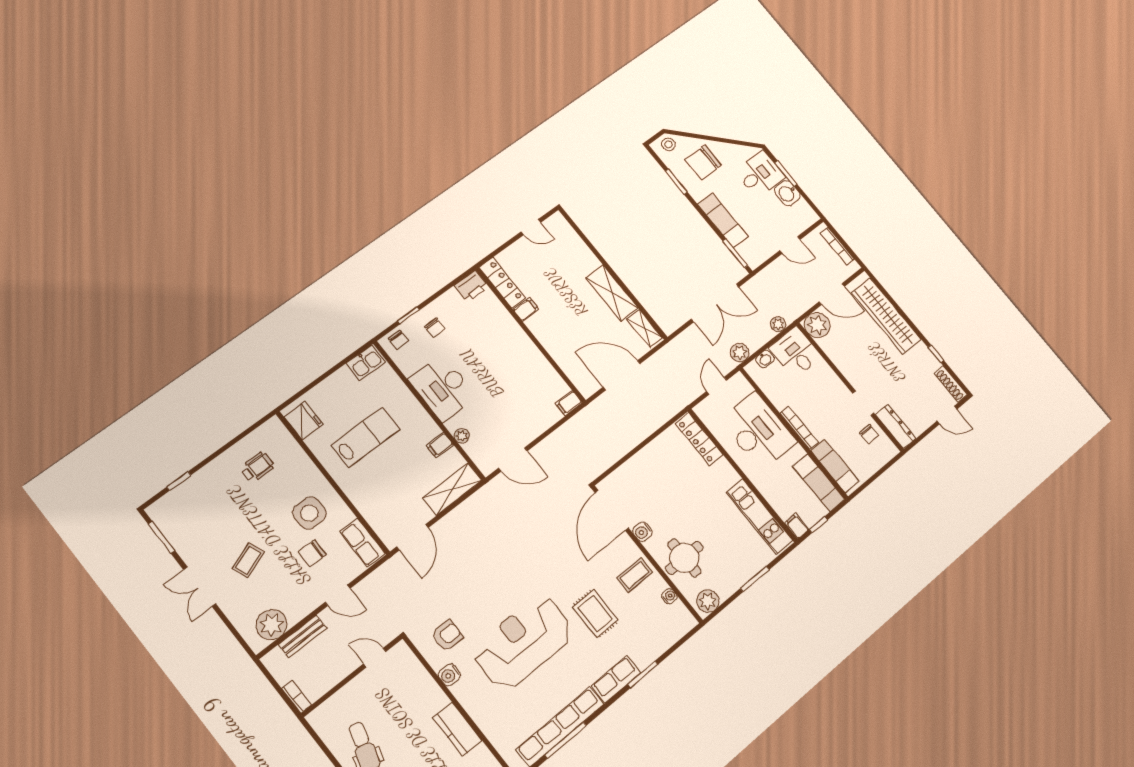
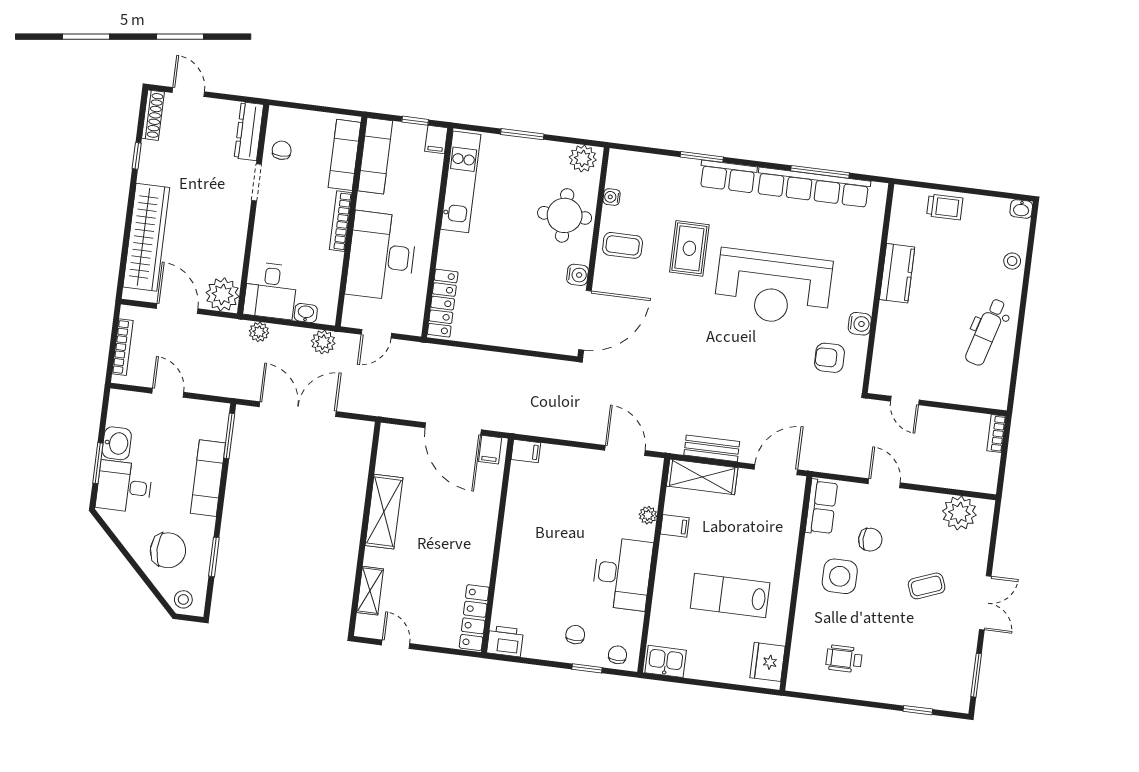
filing cabinet: (526, 310) -> (490, 450), moved, turned -90
shelving: (645, 328) -> (370, 591), moved
bench: (303, 636) -> (712, 448), moved

